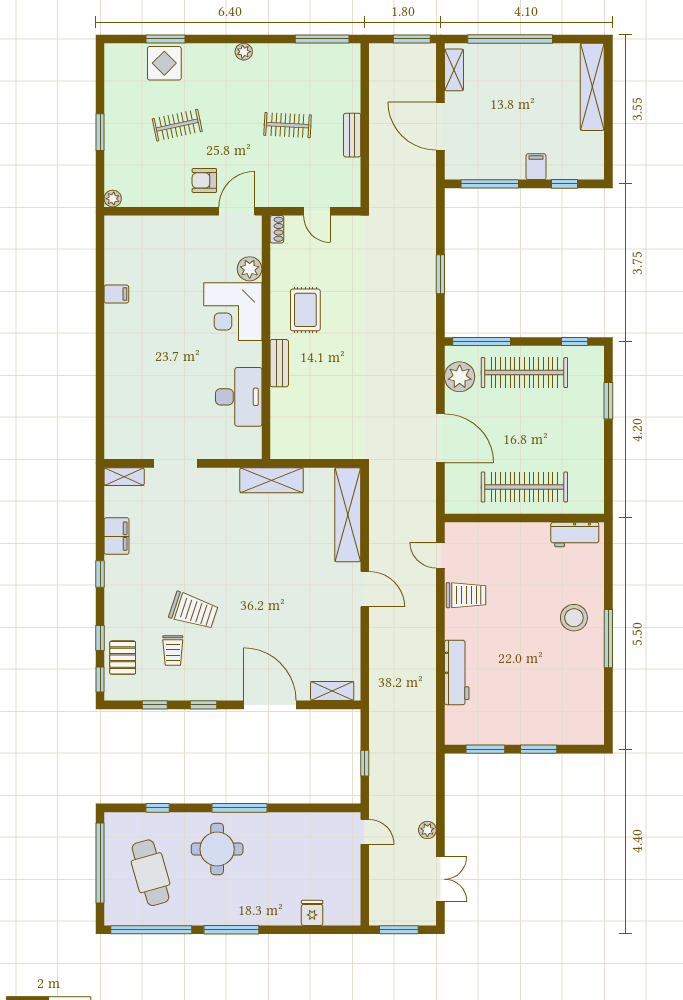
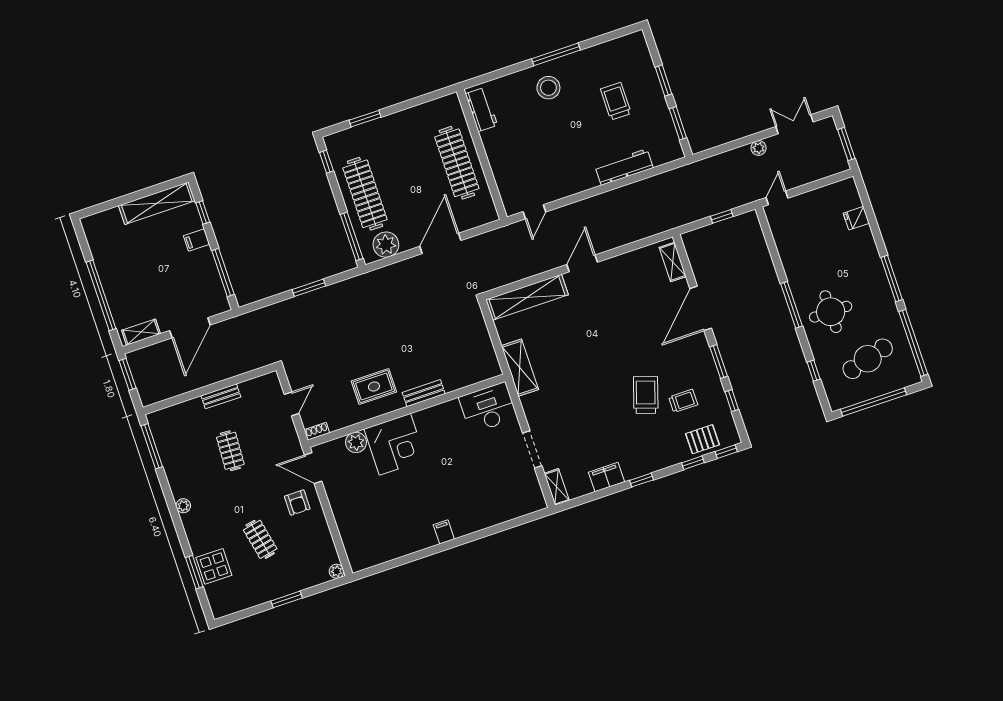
shelving: (592, 87) -> (157, 203), moved
filing cabinet: (116, 294) -> (444, 532), moved
desk: (239, 397) -> (488, 408), moved
trolley: (466, 595) -> (616, 101), moved
window: (204, 705) -> (719, 362), width x1.50

